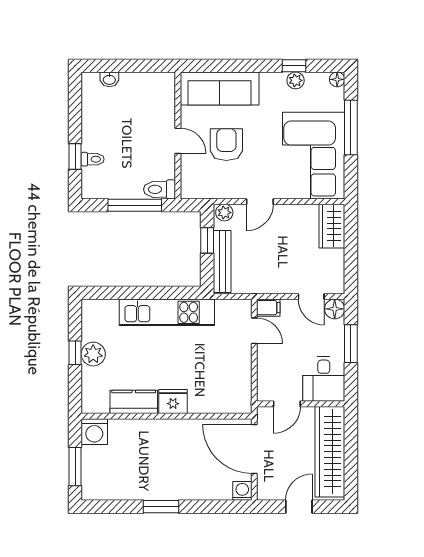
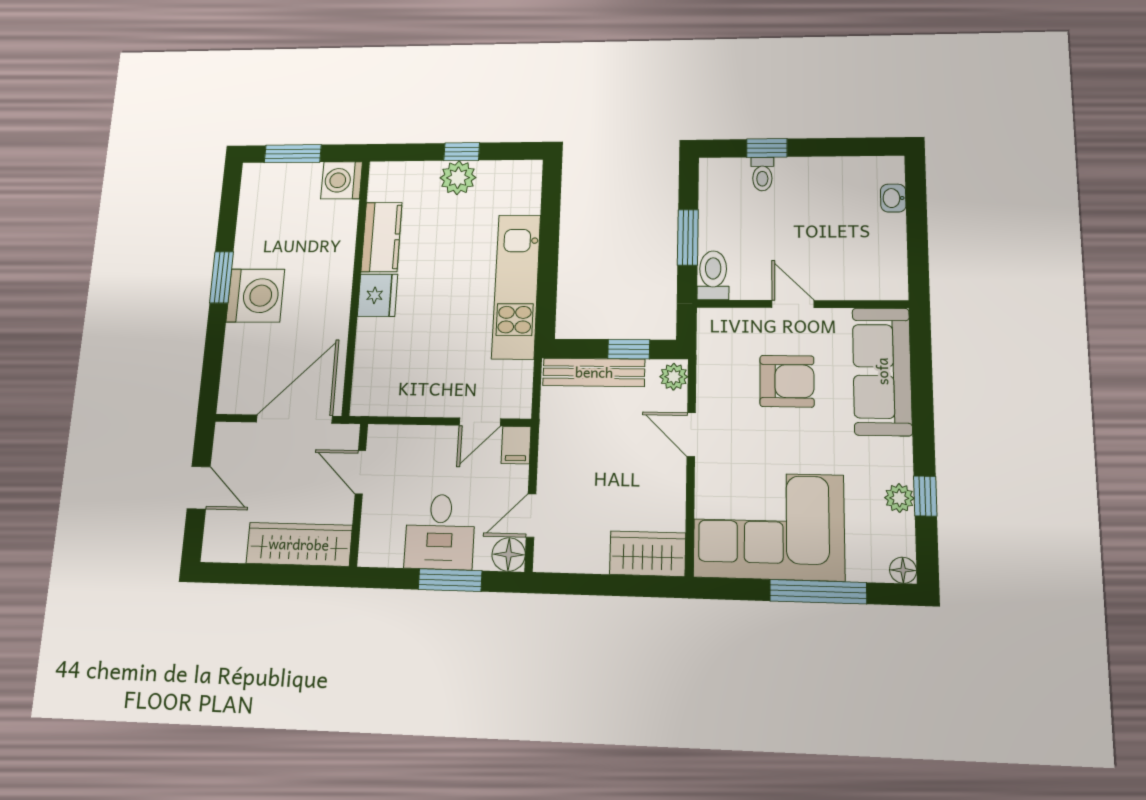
door: (178, 141) -> (793, 304), swing flipped
window: (135, 205) -> (688, 237), width x0.69
desk: (324, 379) -> (440, 532), moved, turned -90
wardrobe: (330, 452) -> (299, 544), width x0.71, depth x0.85
washing machine: (242, 491) -> (255, 296), moved, width x1.89, depth x1.89

